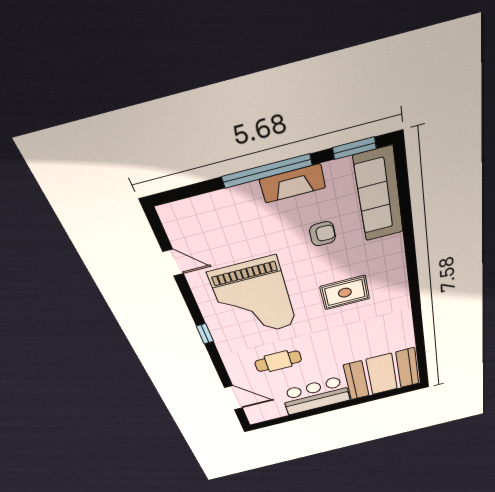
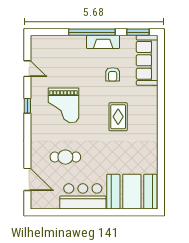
armchair: (323, 234) -> (113, 74), turned 90
rug: (345, 293) -> (118, 117), turned 90
grand piano: (254, 299) -> (64, 105), width x0.73, depth x0.68
window: (205, 334) -> (27, 106), moved

